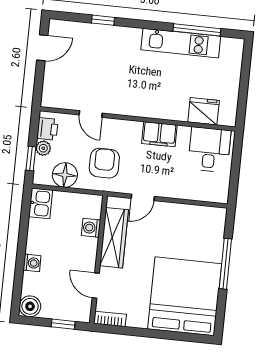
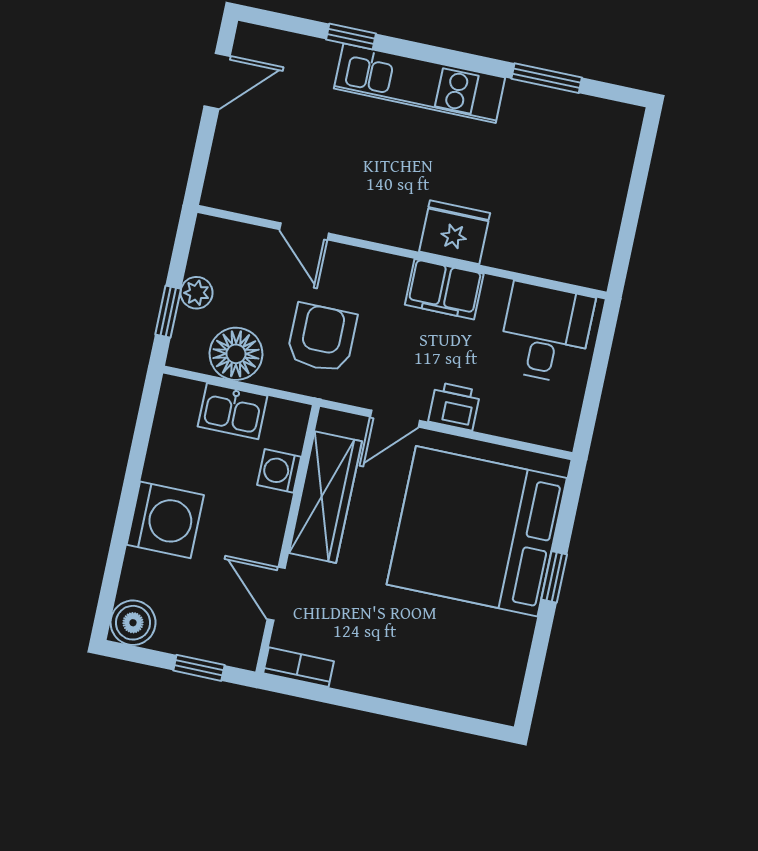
window: (197, 30) -> (547, 78), width x0.69
kitchen unit: (181, 43) -> (420, 83), moved
fridge: (204, 111) -> (455, 232), moved
printer: (47, 129) -> (454, 406), moved, turned -90
kitchen sink: (41, 203) -> (233, 411), moved, turned 90
washing machine: (32, 263) -> (165, 520), width x1.89, depth x1.89
window: (225, 264) -> (554, 577), width x0.46
bed: (185, 296) -> (477, 531), moved, turned -90

